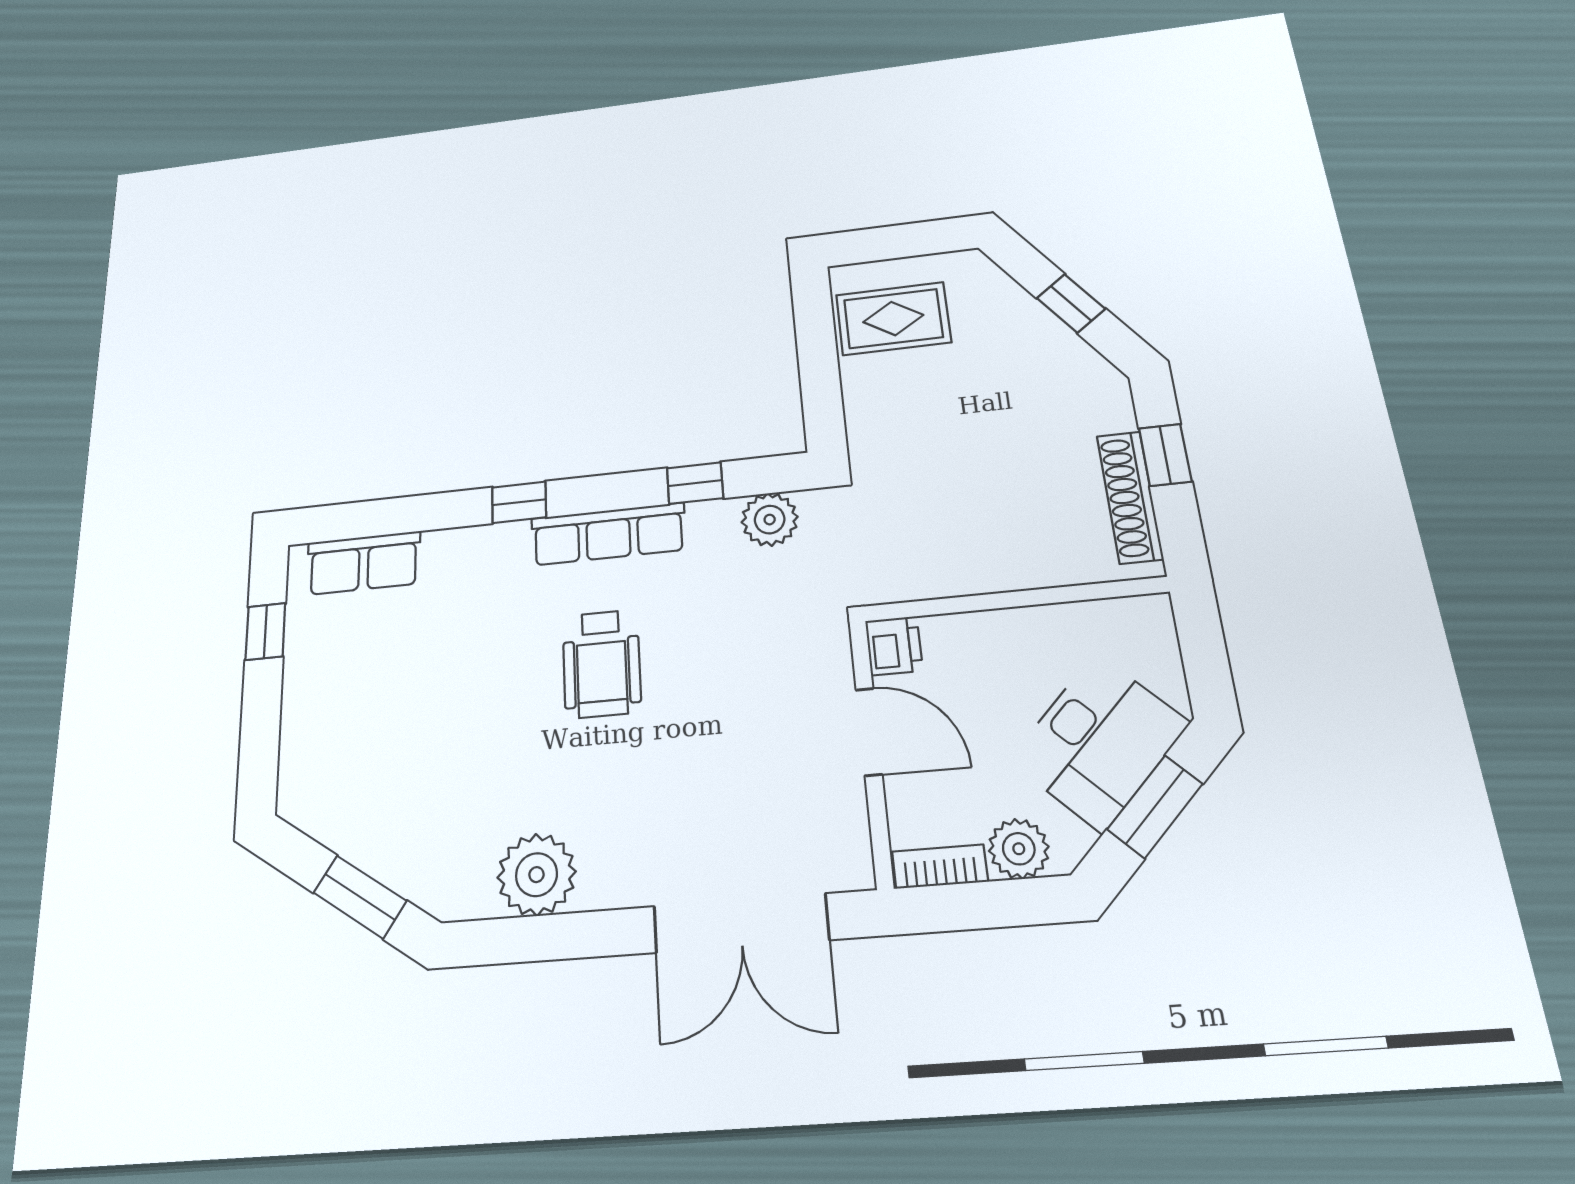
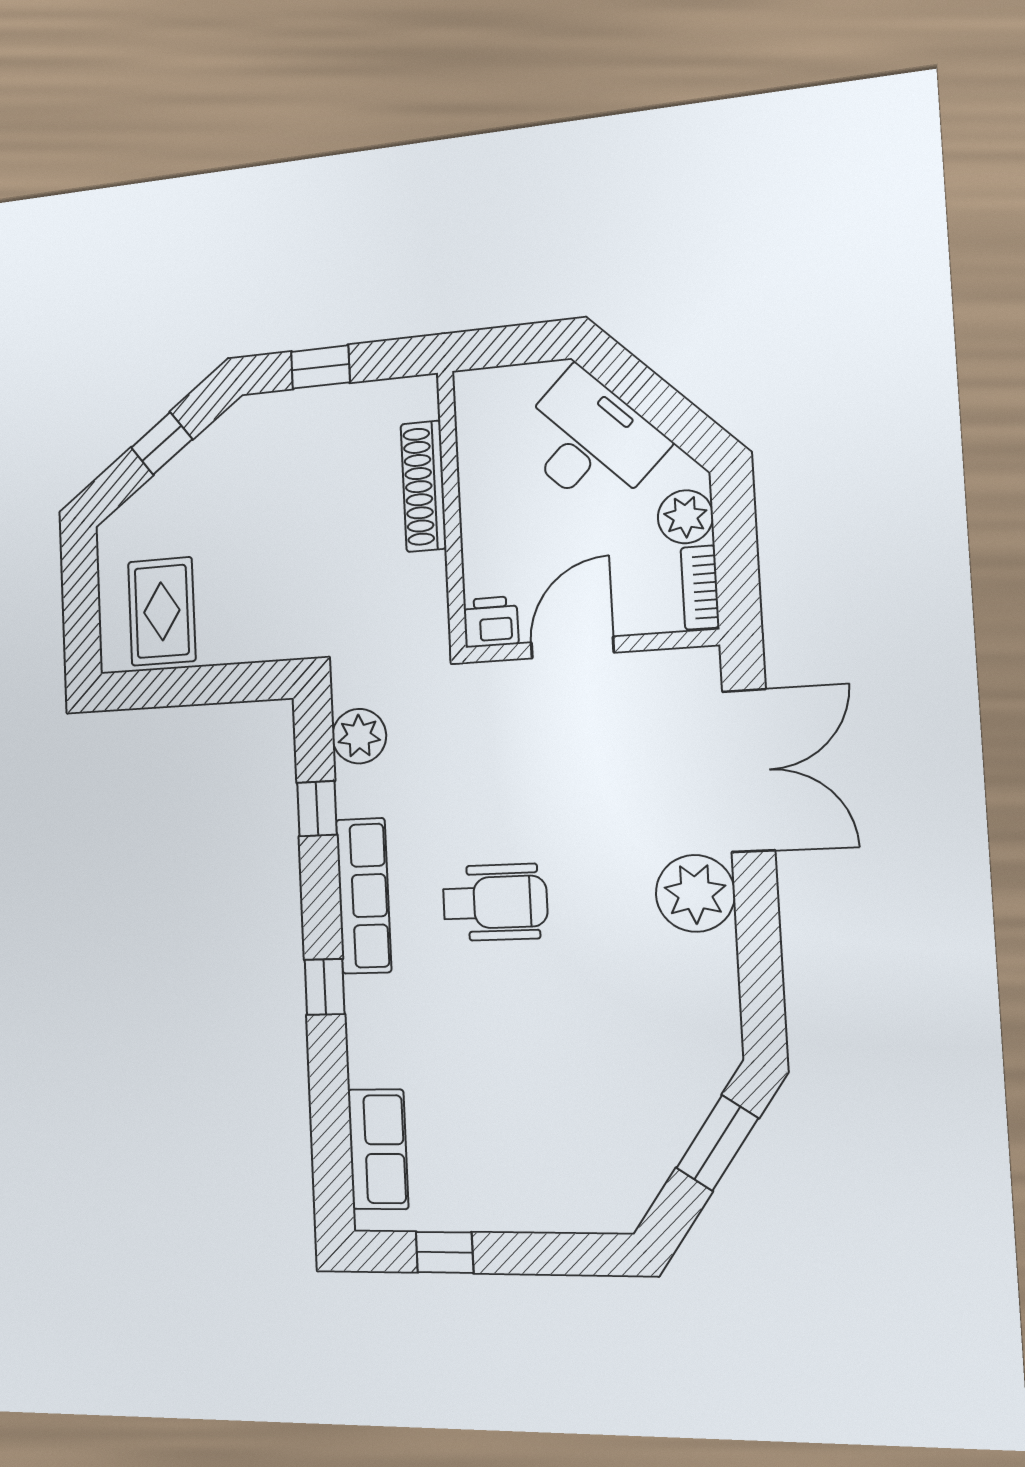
shoe rack: (1130, 497) -> (423, 486), moved, turned 90
window: (1155, 807) -> (650, 397), removed
plant: (537, 875) -> (695, 893), moved

